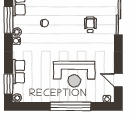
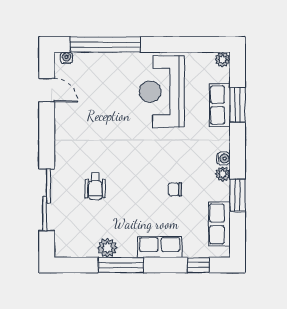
window: (8, 20) -> (237, 195), width x0.69
reception desk: (74, 74) -> (162, 92), moved, turned -90
window: (8, 84) -> (237, 105), moved
window: (70, 106) -> (105, 45), moved

